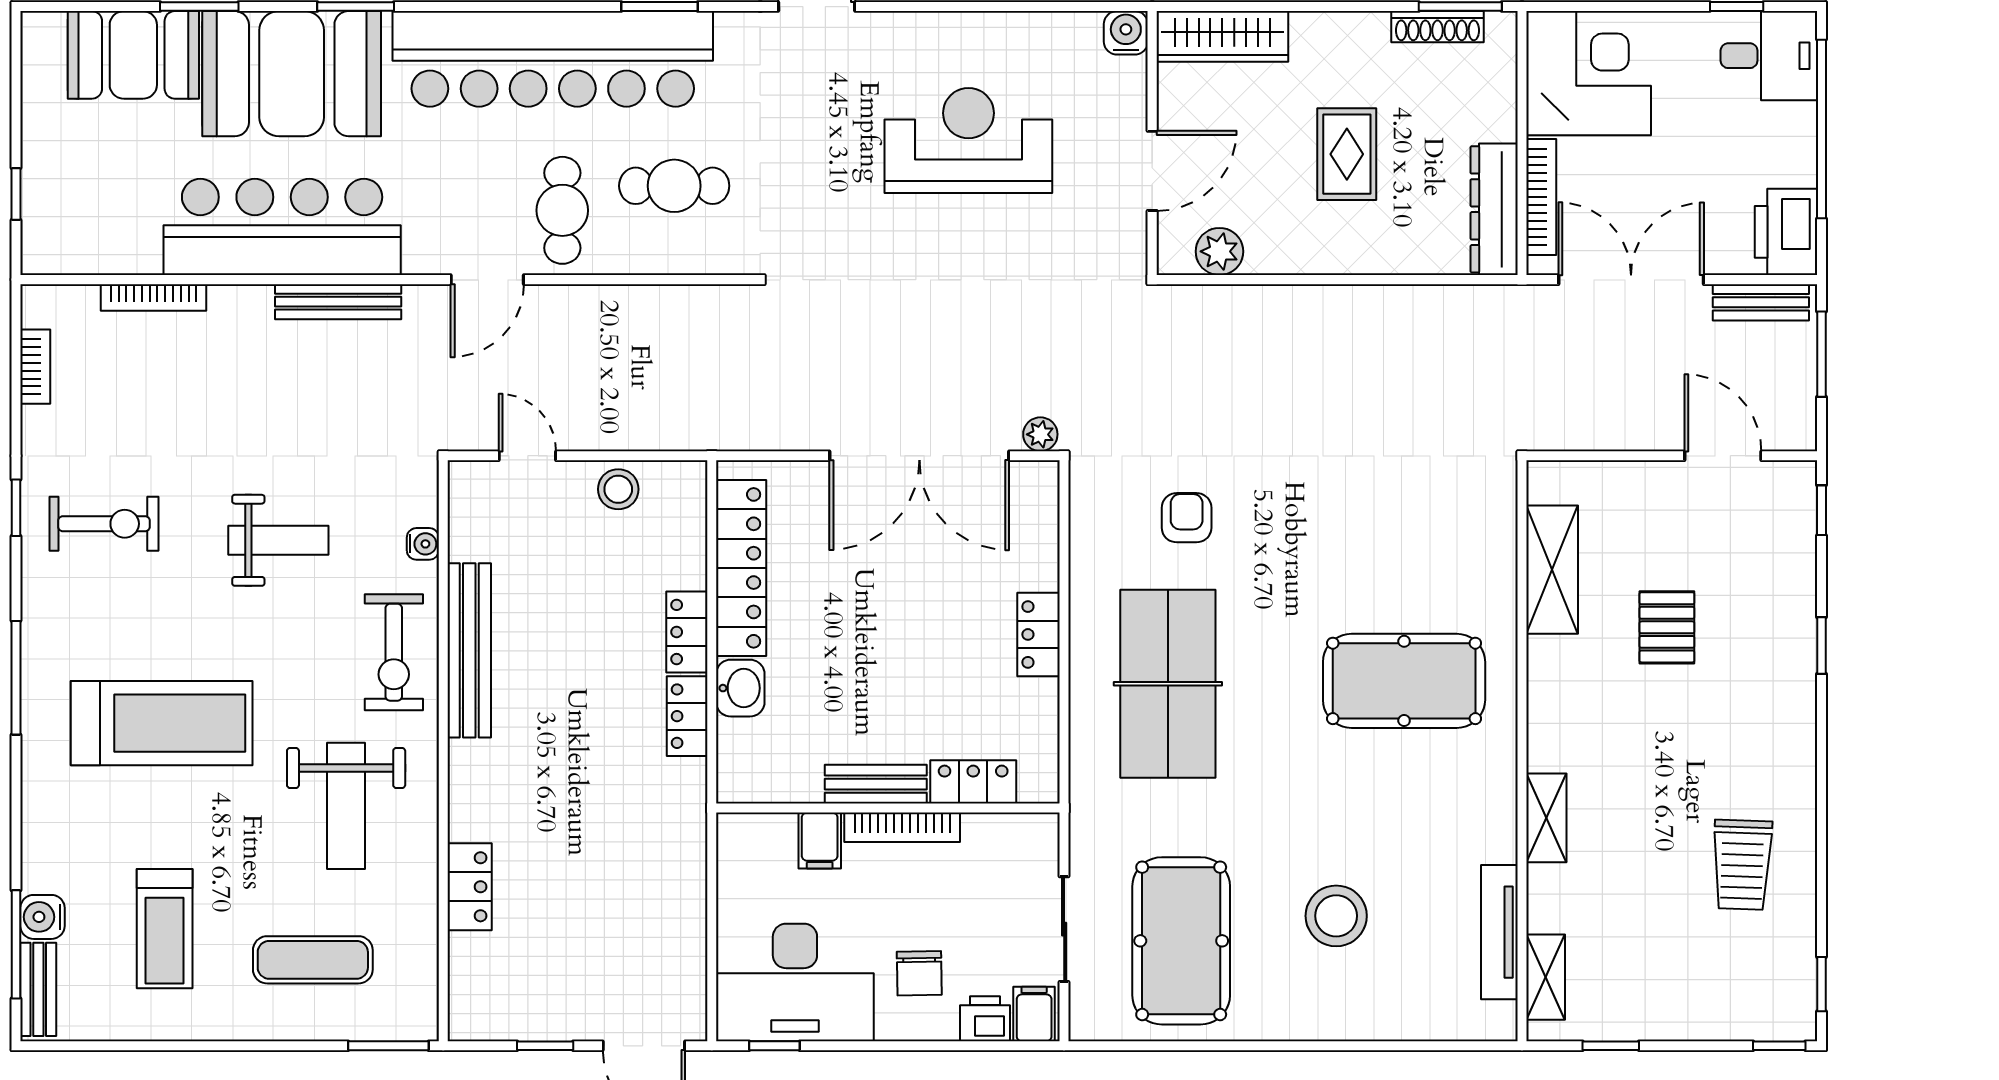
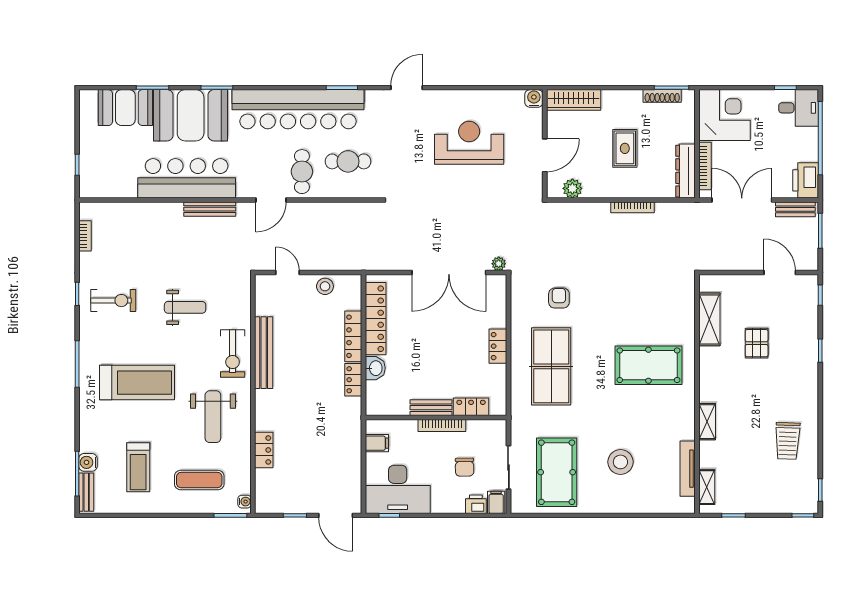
bookcase: (154, 297) -> (633, 207), moved
water cooler: (423, 544) -> (245, 502), moved
locker: (687, 632) -> (353, 336), width x1.53
filing cabinet: (820, 841) -> (377, 443), moved, turned -90
chair: (919, 973) -> (465, 467), moved

